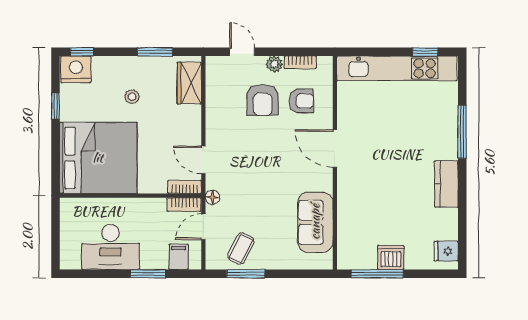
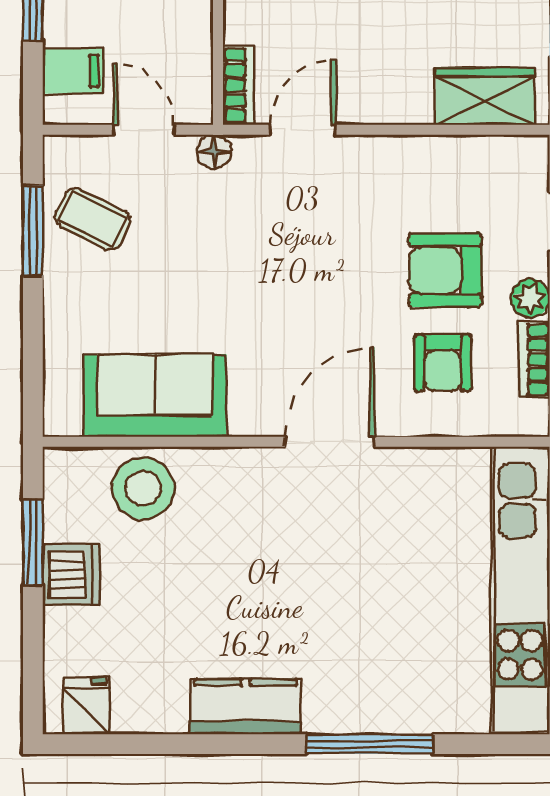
bookcase: (184, 205) -> (197, 85), removed
stool: (354, 227) -> (143, 488), added
window: (377, 274) -> (33, 542), width x0.69

